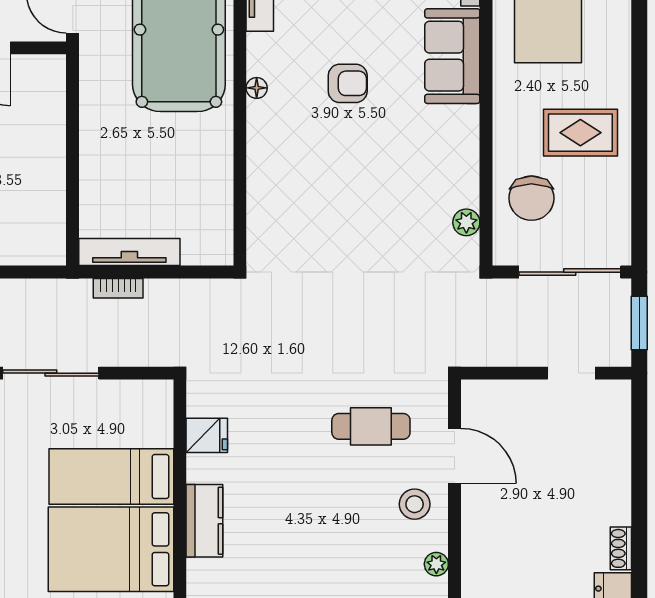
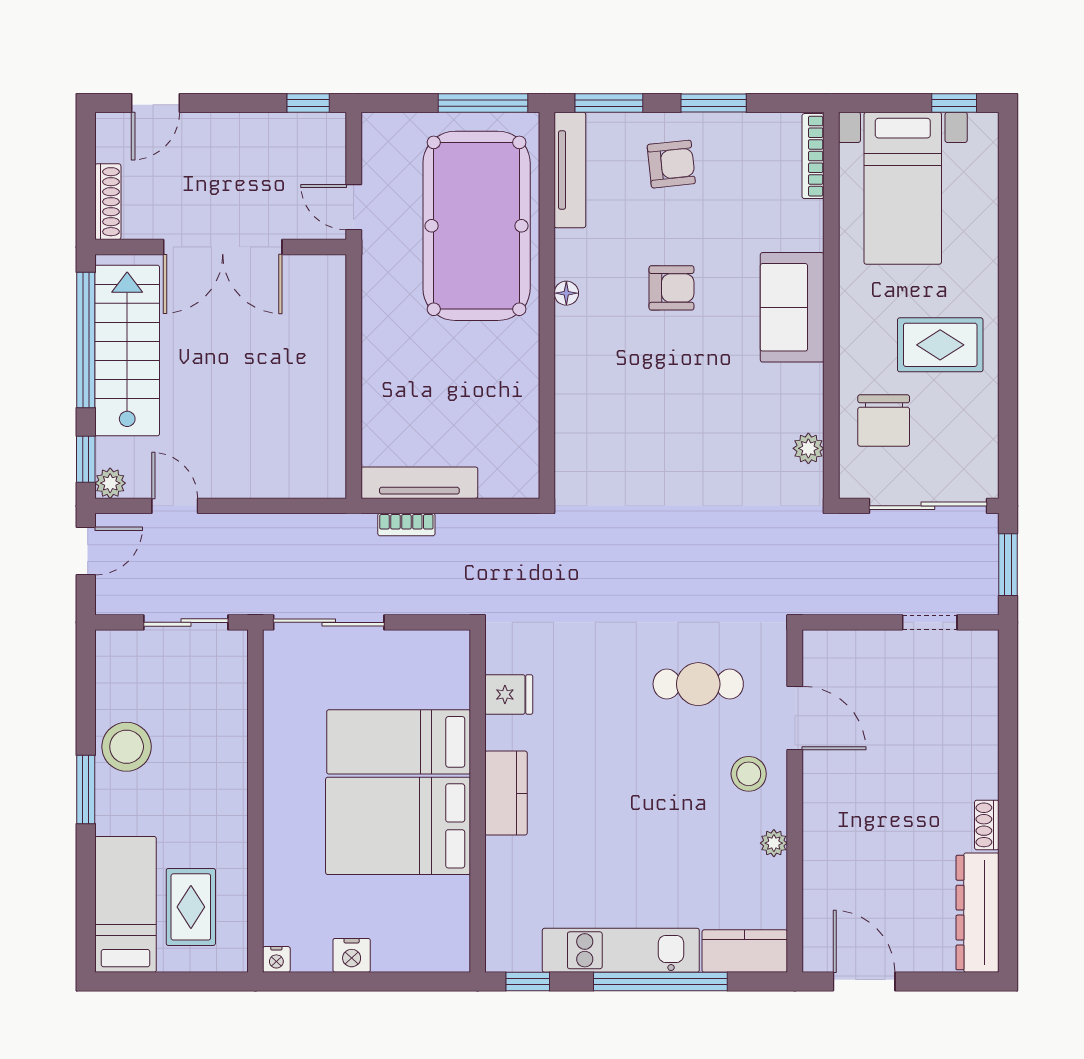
sofa: (452, 56) -> (792, 307), moved

